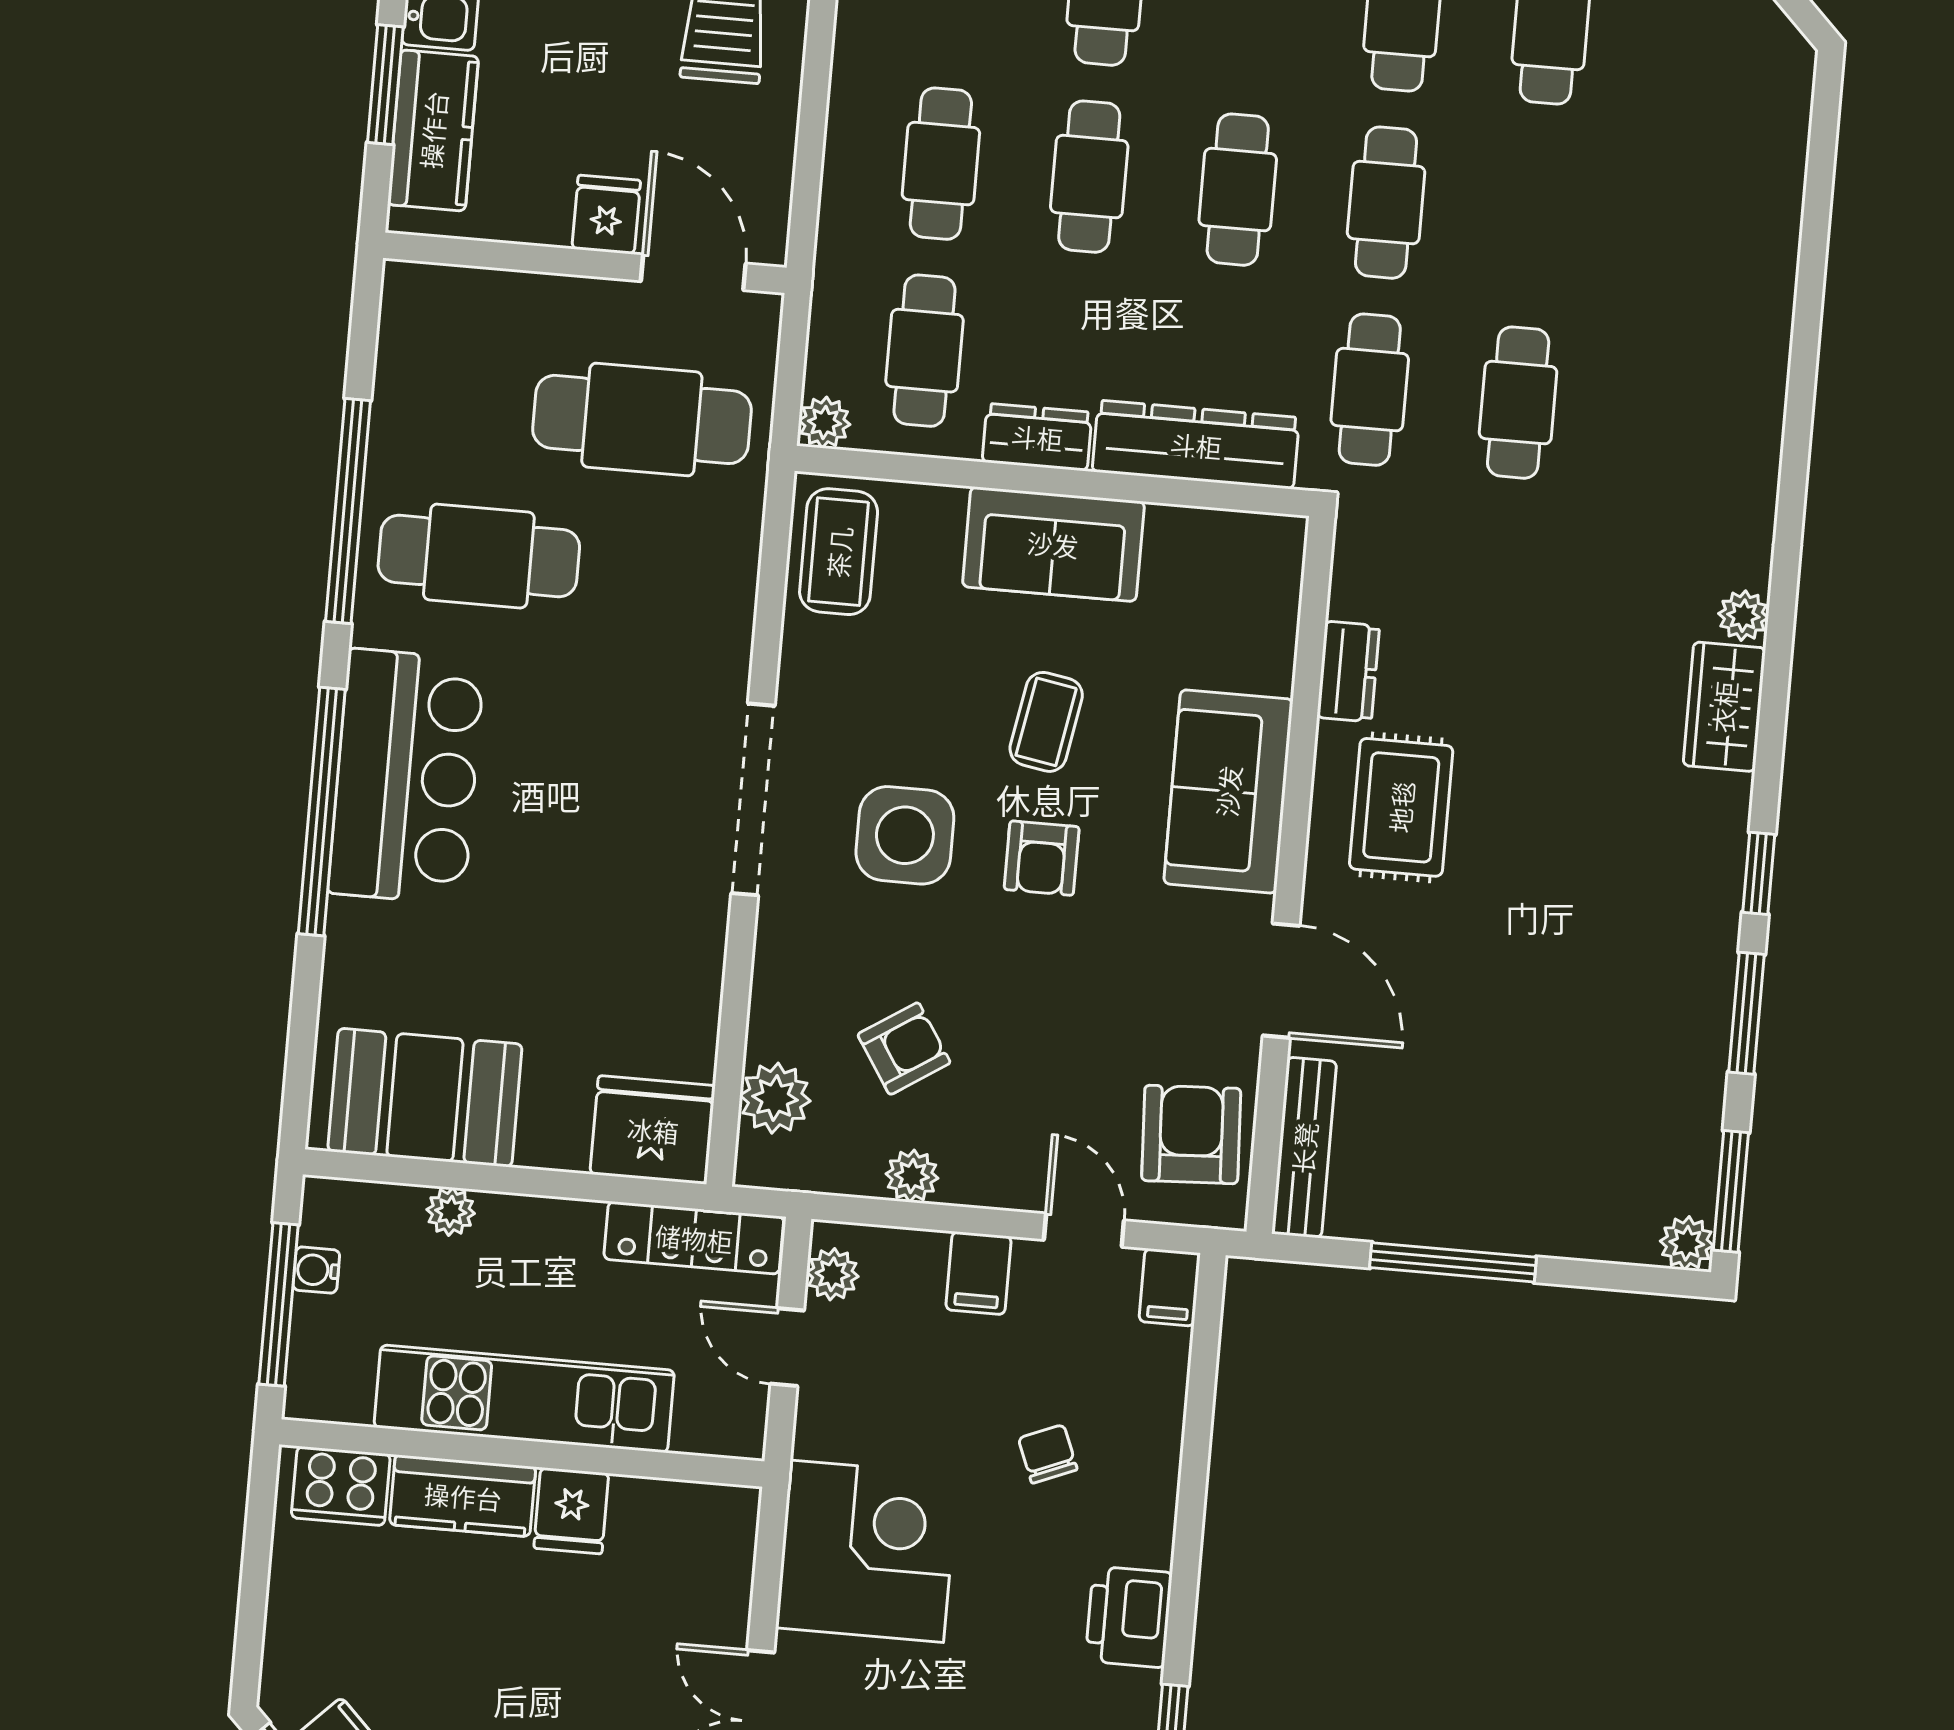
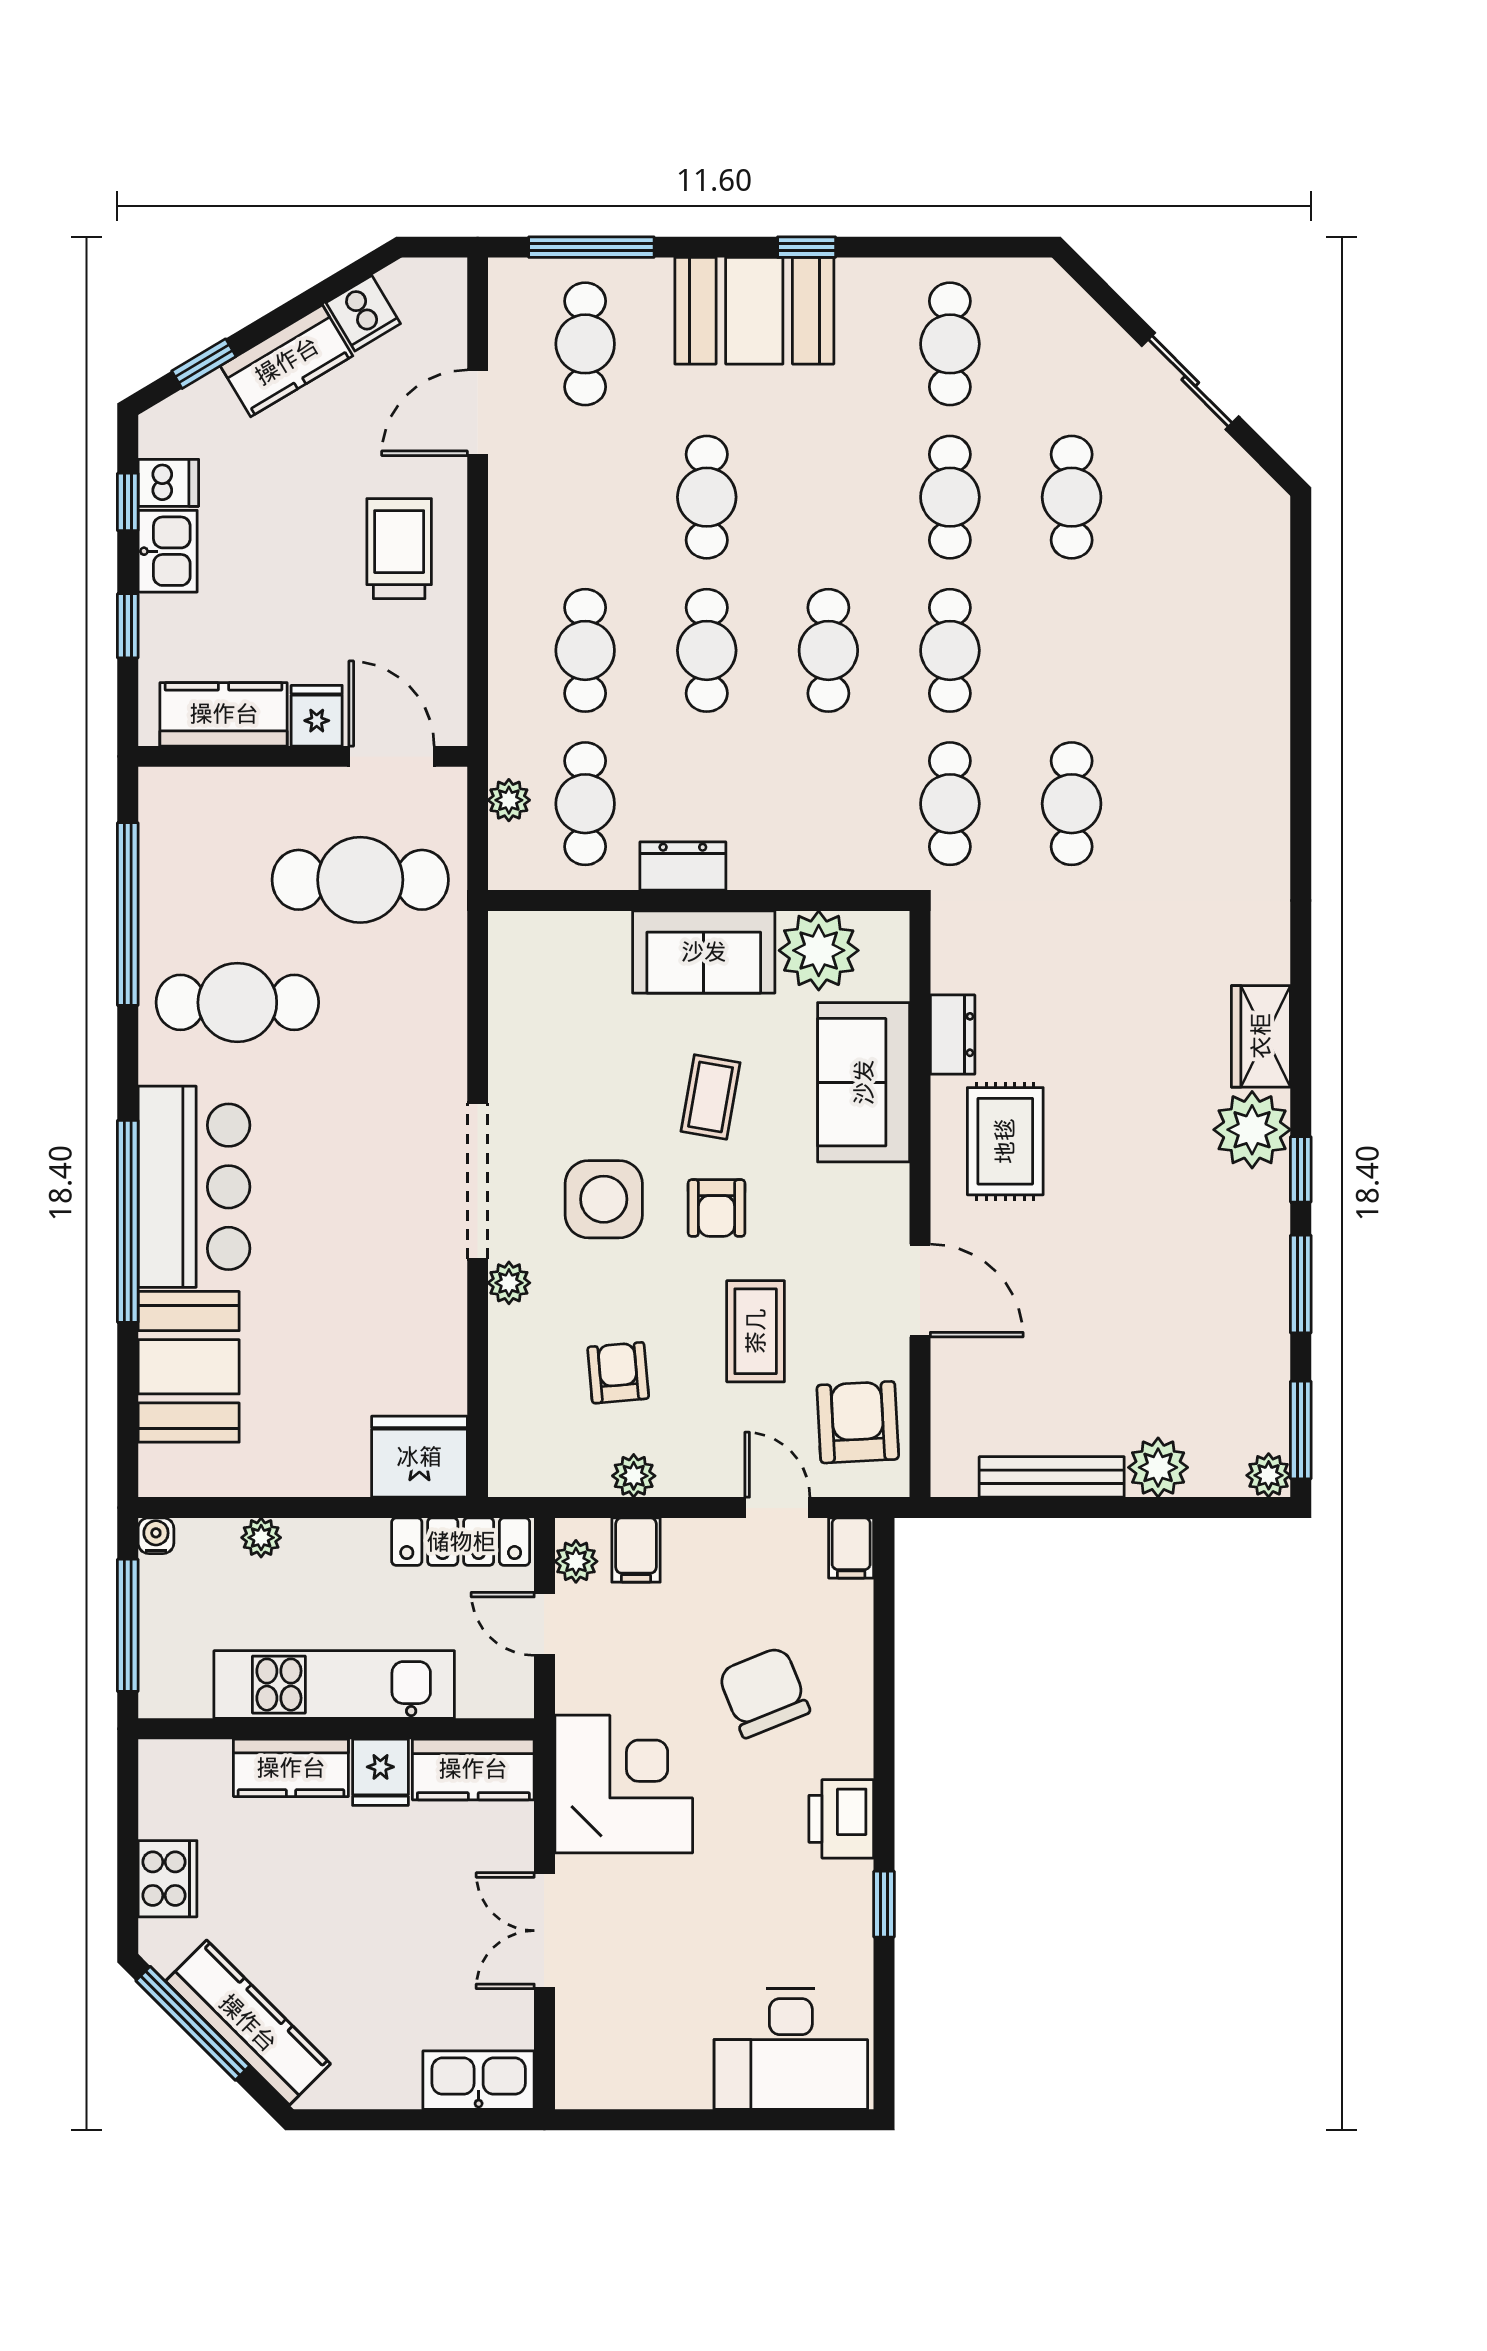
window: (385, 85) -> (128, 626), width x0.67
kitchen counter: (433, 130) -> (224, 714), moved, turned -90
plant: (824, 422) -> (509, 800), moved
dresser: (1196, 445) -> (812, 861), removed
window: (348, 511) -> (128, 914), moved
coffee table: (839, 552) -> (756, 1331), moved
plant: (1194, 555) -> (819, 950), added
plant: (1743, 616) -> (1252, 1130), moved, width x1.88, depth x1.88
sofa: (1228, 791) -> (864, 1082), moved
armchair: (904, 1049) -> (618, 1373), turned -62
booth: (425, 1098) -> (189, 1367), moved, turned 90
plant: (775, 1098) -> (509, 1283), moved, width x0.73, depth x0.73
bench: (1304, 1148) -> (1052, 1477), moved, turned 90
plant: (1553, 1222) -> (1158, 1467), added
window: (1453, 1262) -> (1080, 1508), removed
water cooler: (316, 1270) -> (156, 1536), moved, turned 90
filing cabinet: (979, 1273) -> (636, 1550), moved
chair: (1048, 1454) -> (764, 1692), width x1.87, depth x1.87
cooker: (341, 1486) -> (168, 1879), moved, turned -90
kitchen counter: (685, 1517) -> (473, 1769), added

